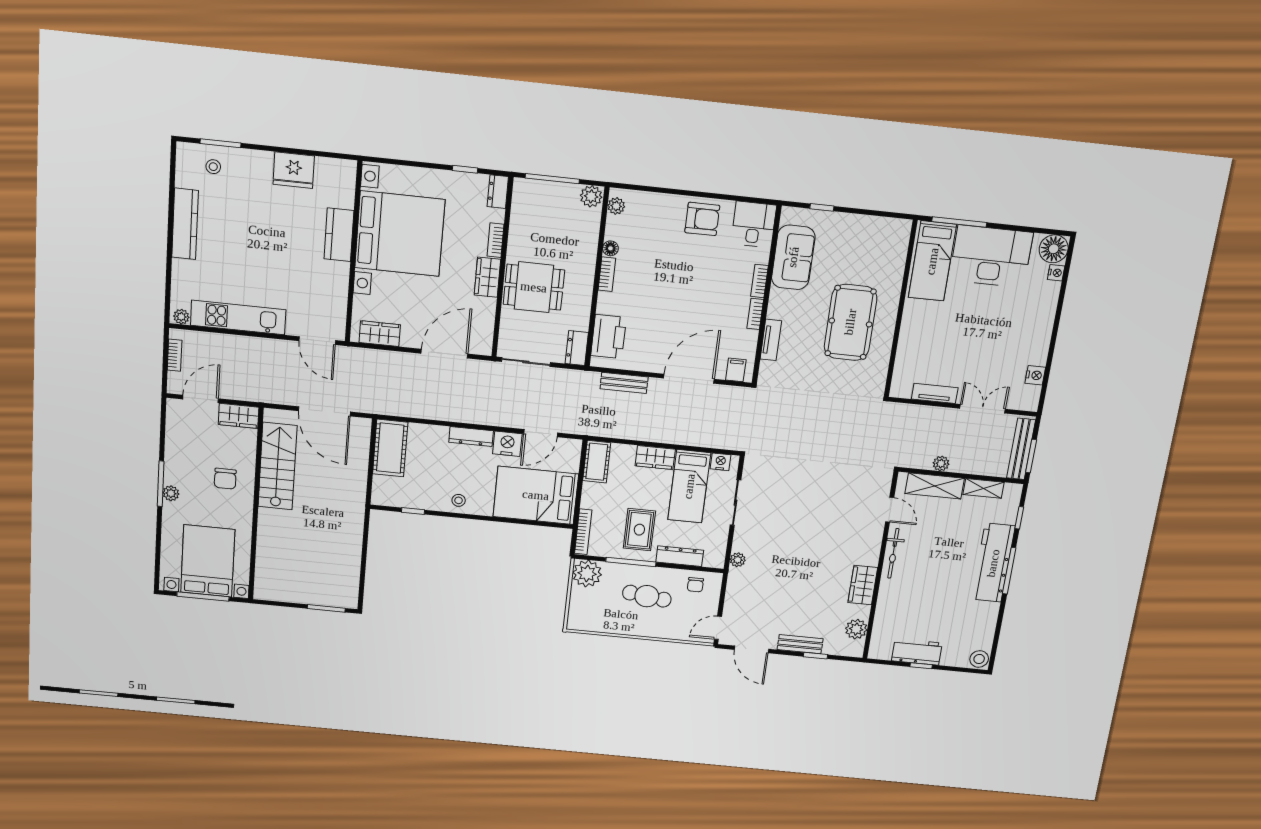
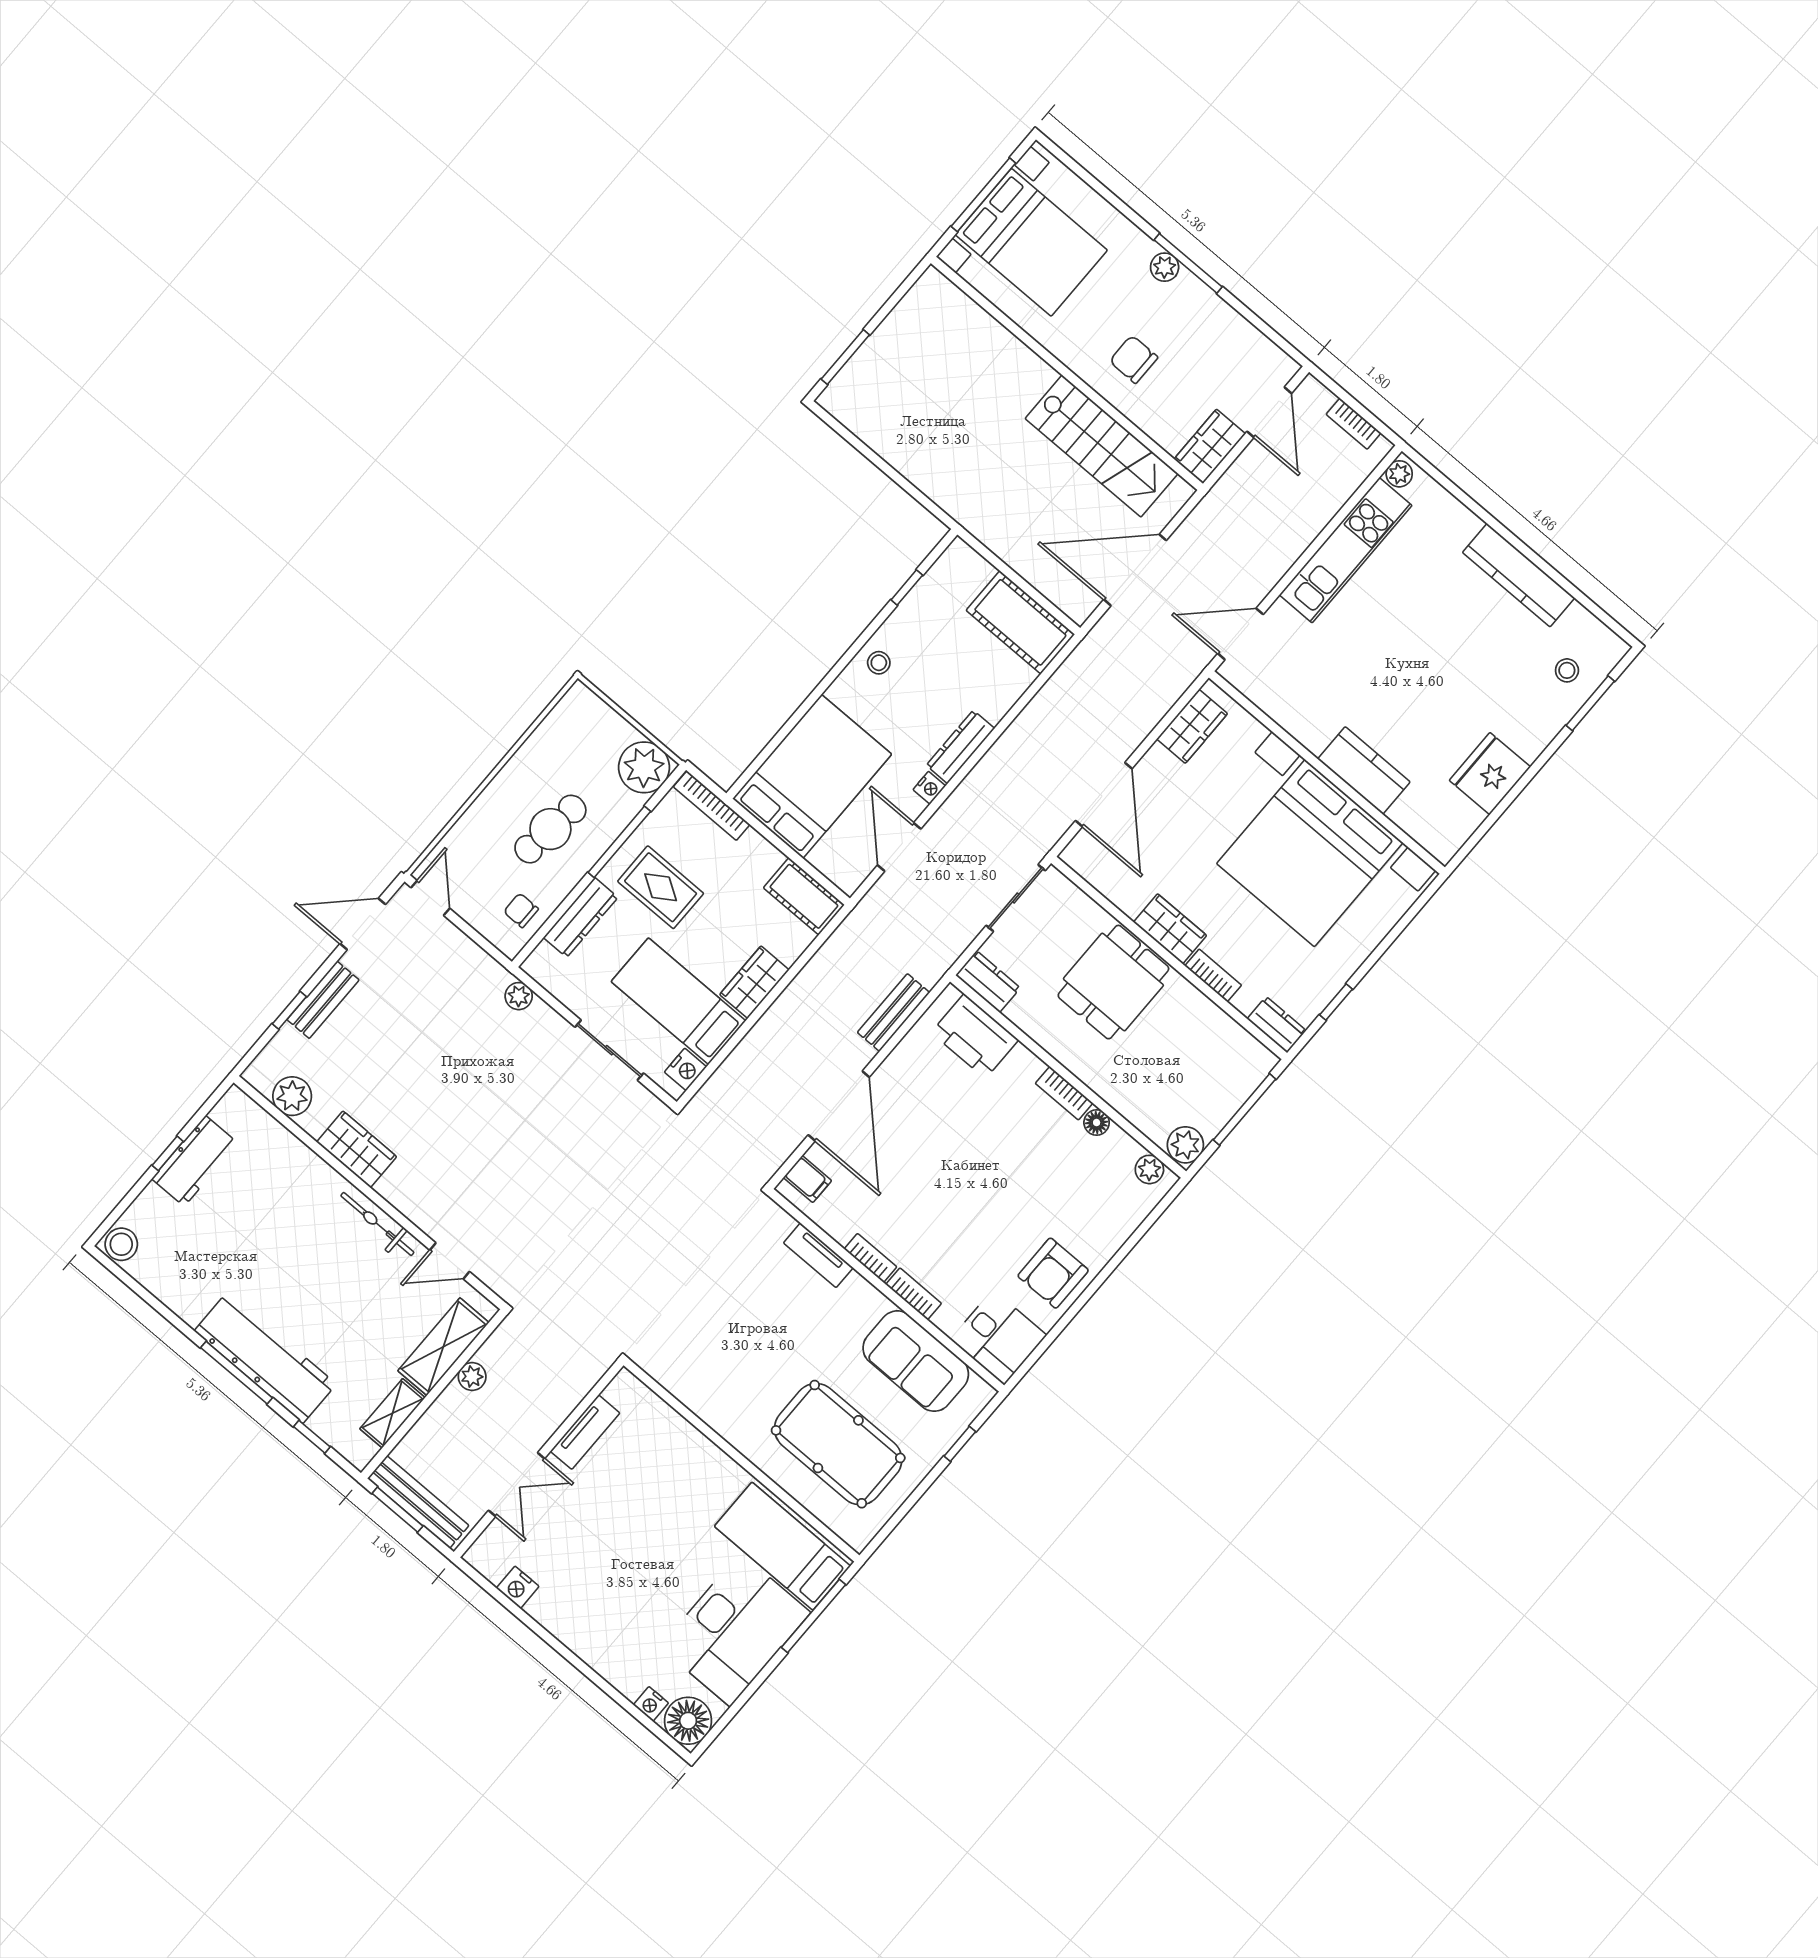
pool table: (850, 322) -> (838, 1444), moved
nightstand: (507, 444) -> (929, 788), width x0.53, depth x0.56

